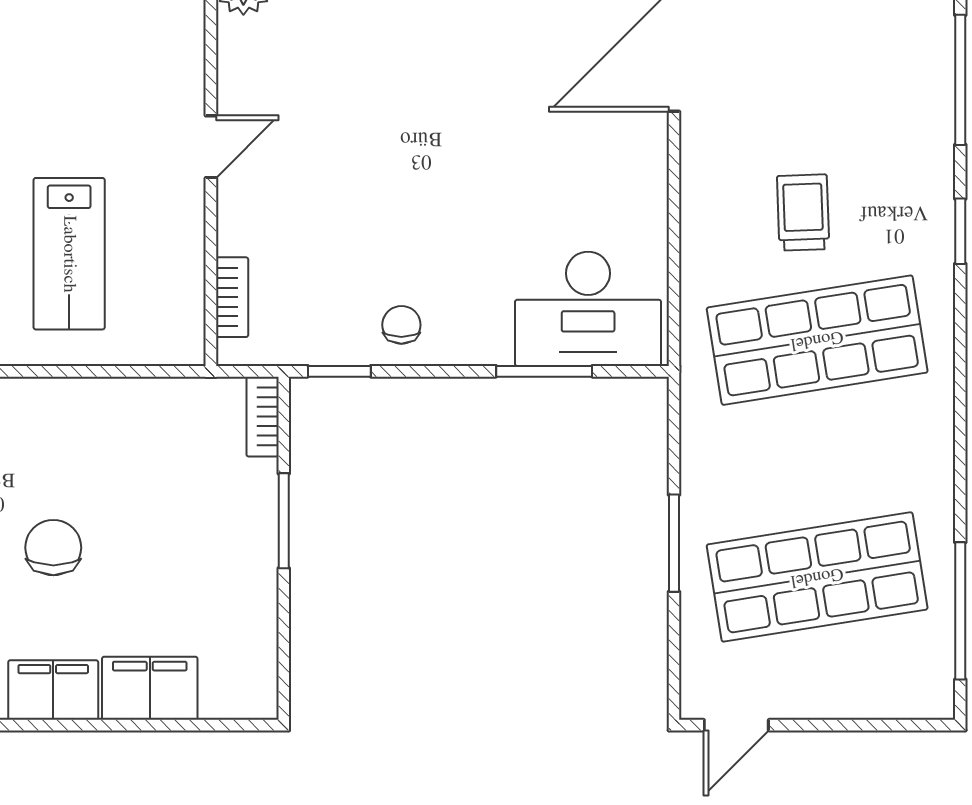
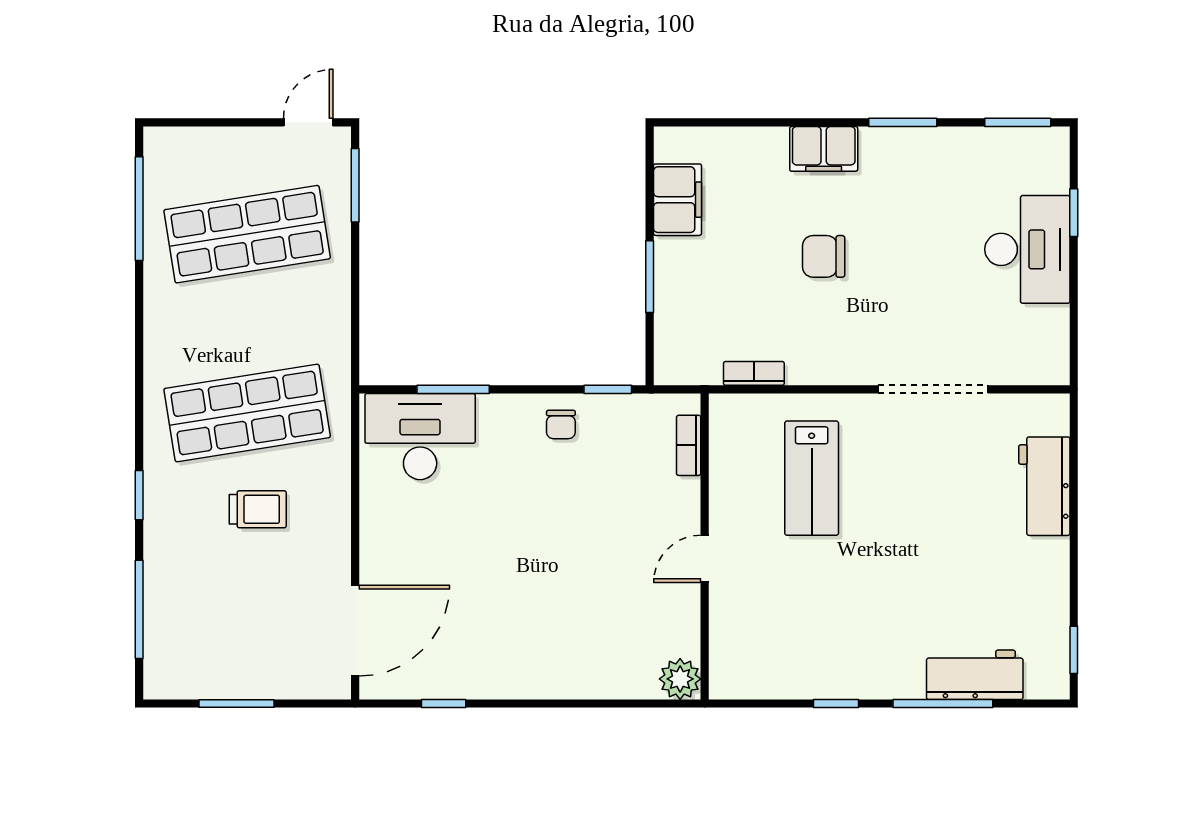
trolley: (803, 213) -> (258, 509), turned -88
lab bench: (69, 254) -> (812, 478), turned 180
bookcase: (263, 417) -> (754, 373), moved, turned -90
window: (674, 543) -> (355, 185), moved
chair: (53, 548) -> (824, 256), turned 90
filing cabinet: (150, 688) -> (677, 200), moved, turned -90

